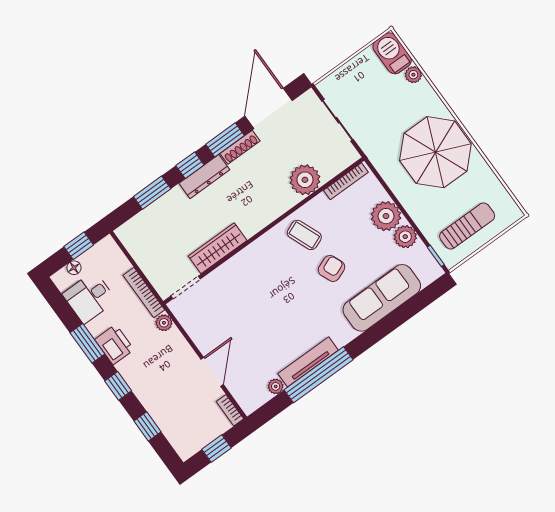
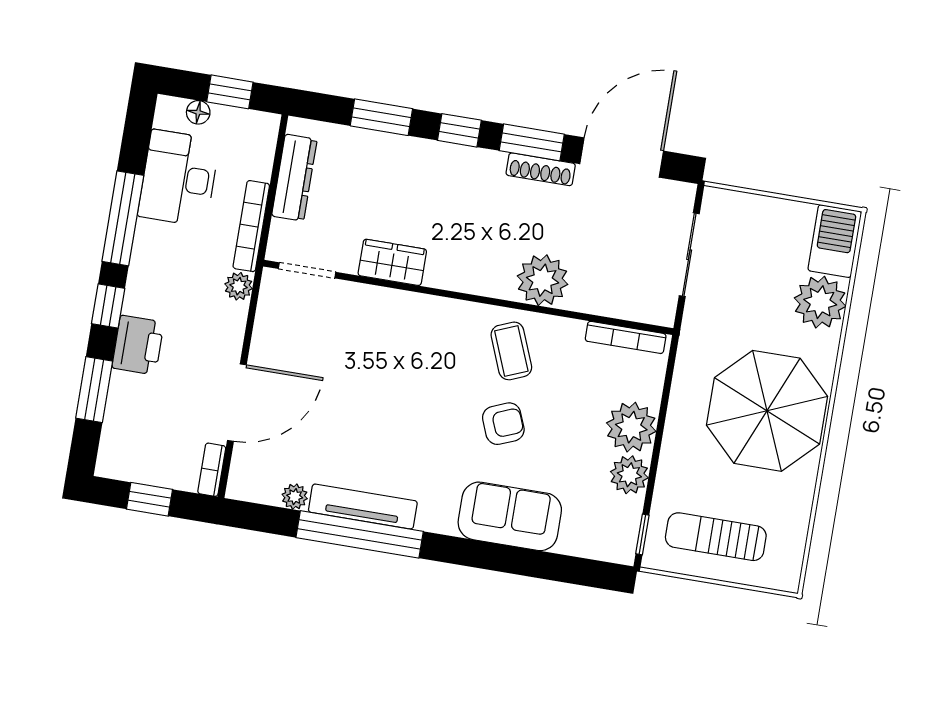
plant: (413, 75) -> (820, 302), width x1.87, depth x1.87
dresser: (204, 177) -> (294, 178), moved, turned -90
plant: (305, 180) -> (543, 280), moved
sun lounger: (467, 226) -> (716, 537), turned 180
wardrobe: (218, 248) -> (392, 262), width x0.67
desk: (89, 297) -> (179, 178), width x1.37
sofa: (382, 298) -> (510, 516), width x0.73
window: (87, 343) -> (123, 218), width x1.44
printer: (114, 345) -> (138, 345), moved
door: (212, 372) -> (237, 403), width x1.36
window: (147, 426) -> (94, 390), width x1.50

